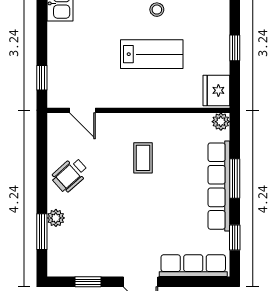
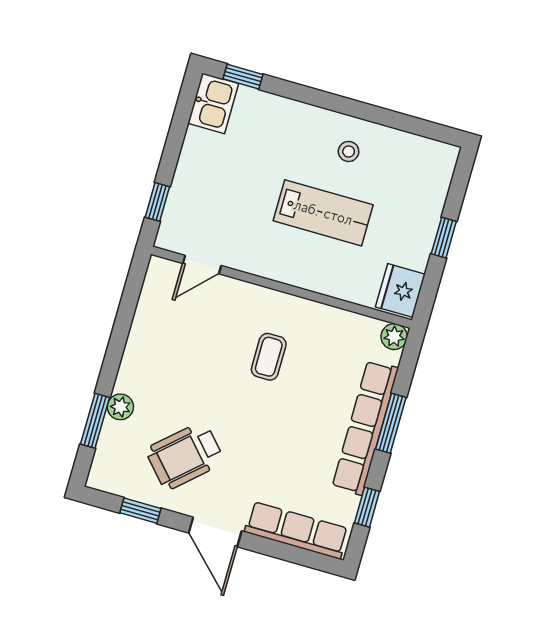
door: (82, 110) -> (202, 265), hinge flipped
wheelchair: (70, 175) -> (185, 456), moved, width x1.36, depth x1.37

